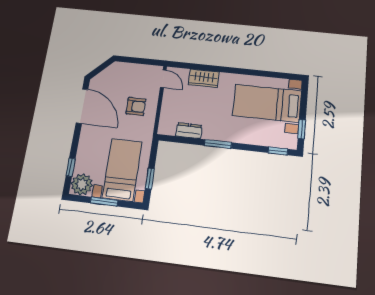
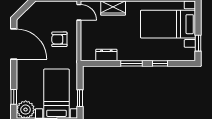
armchair: (136, 106) -> (59, 39), turned 180
window: (278, 151) -> (160, 63), moved

